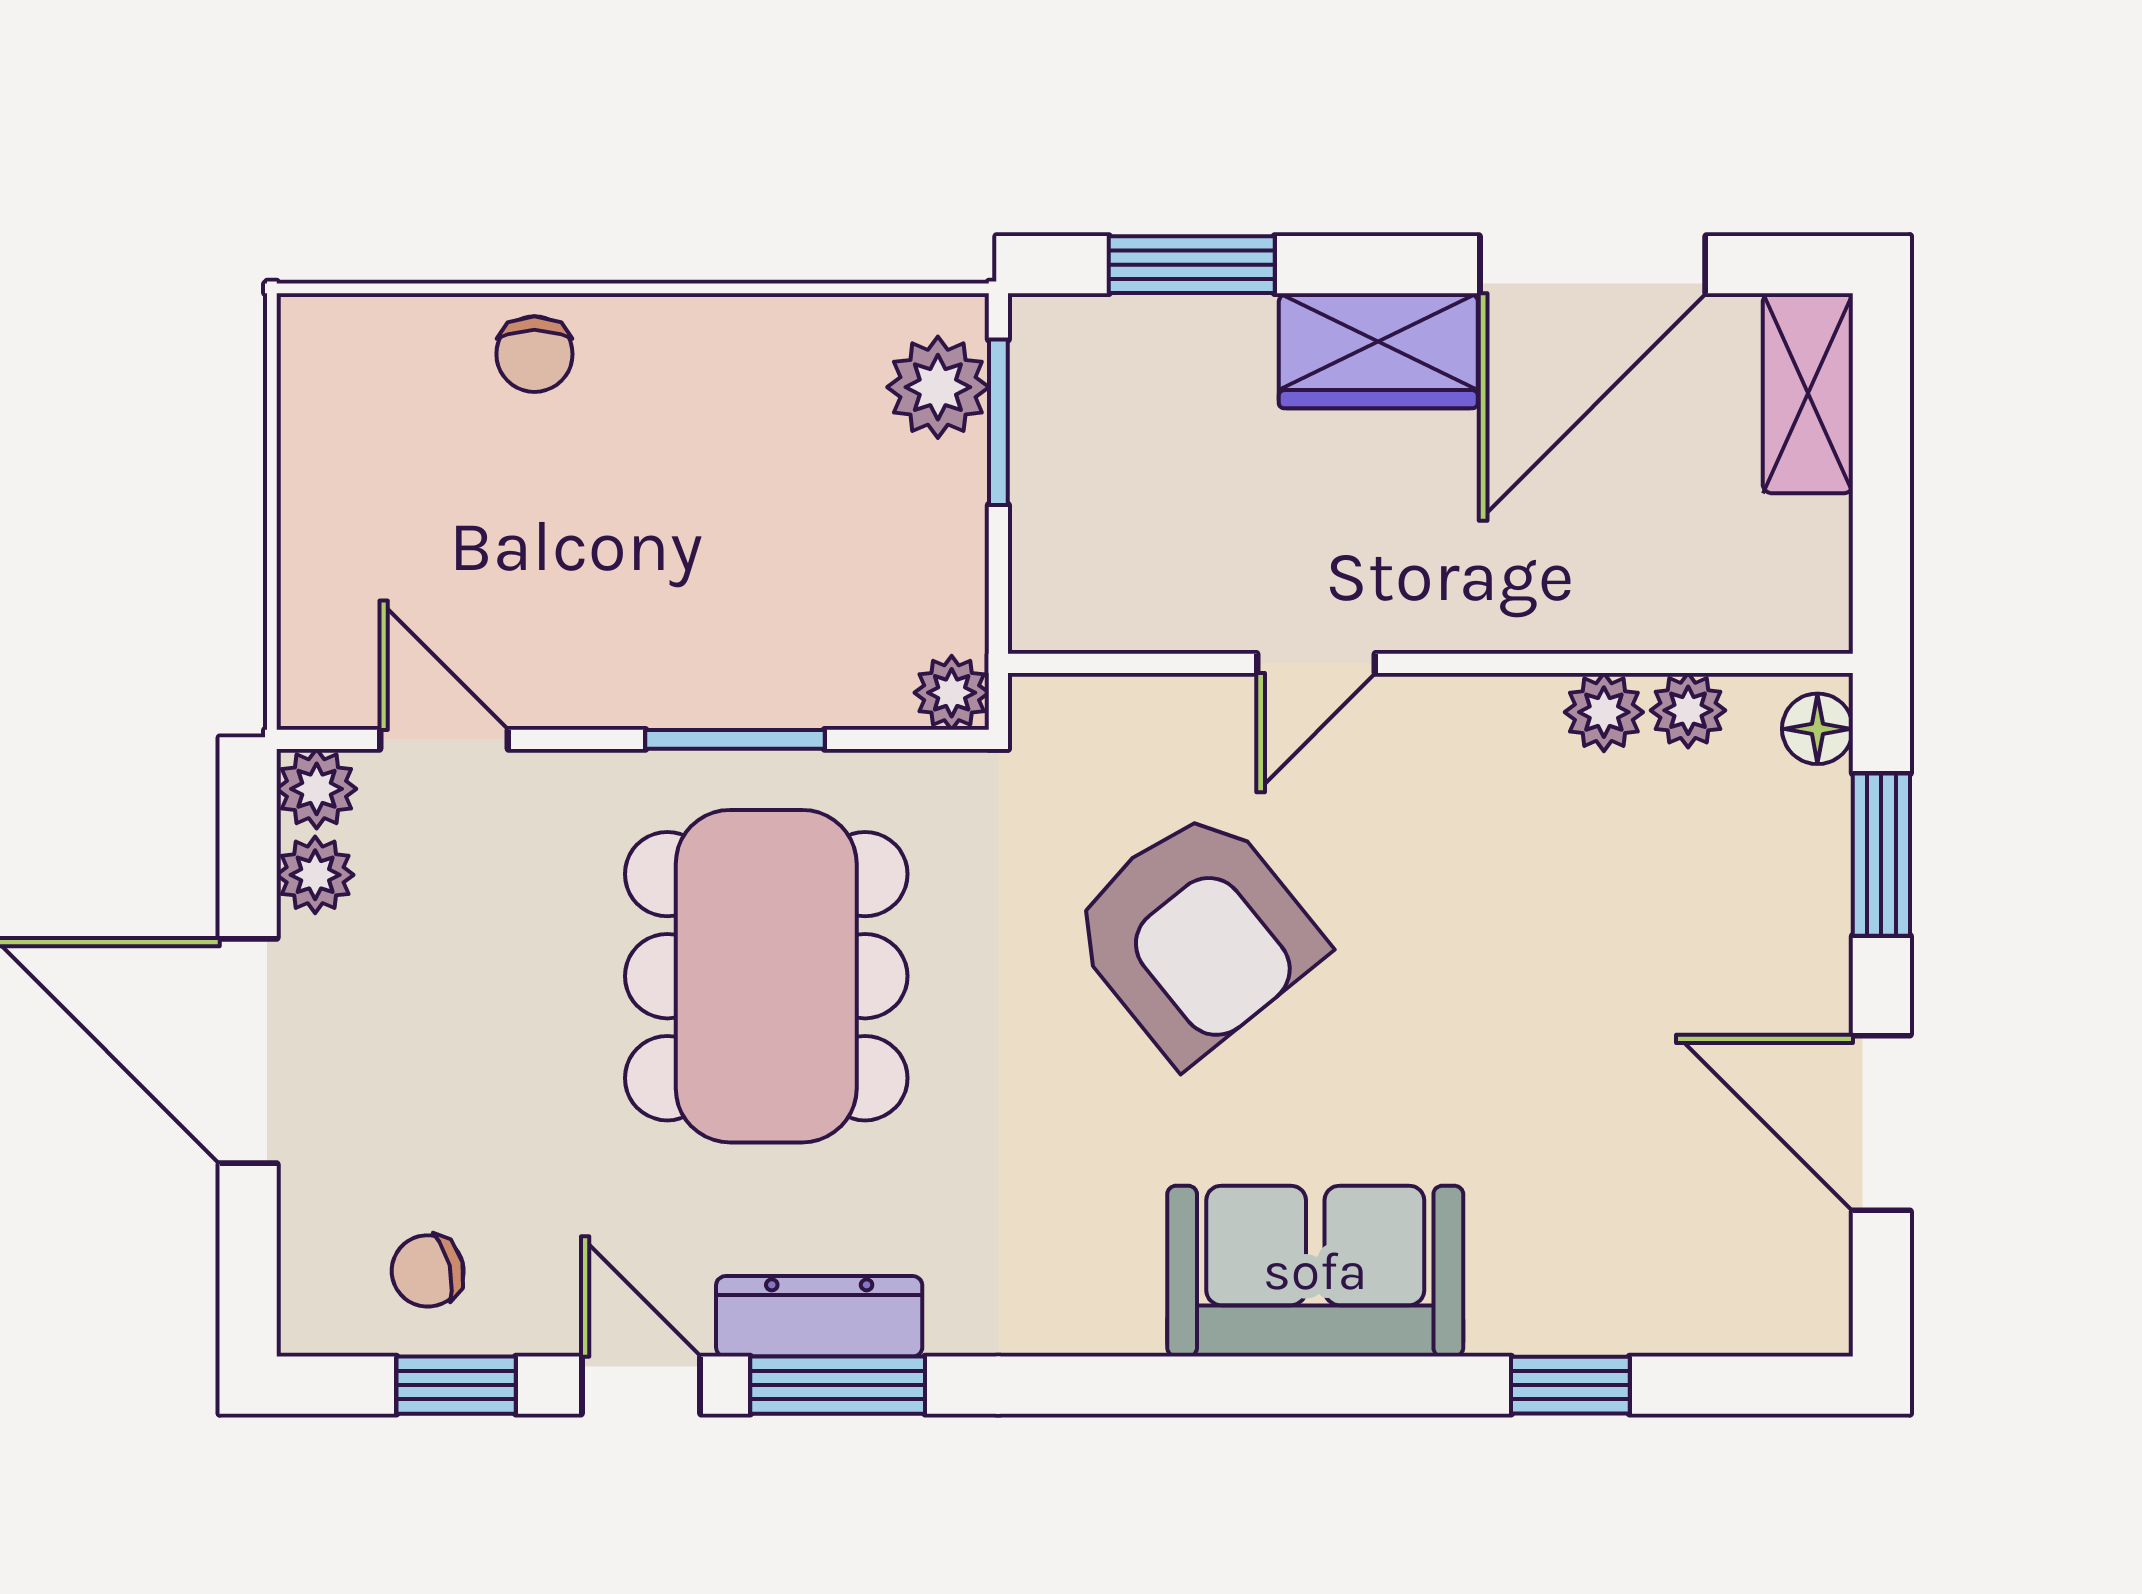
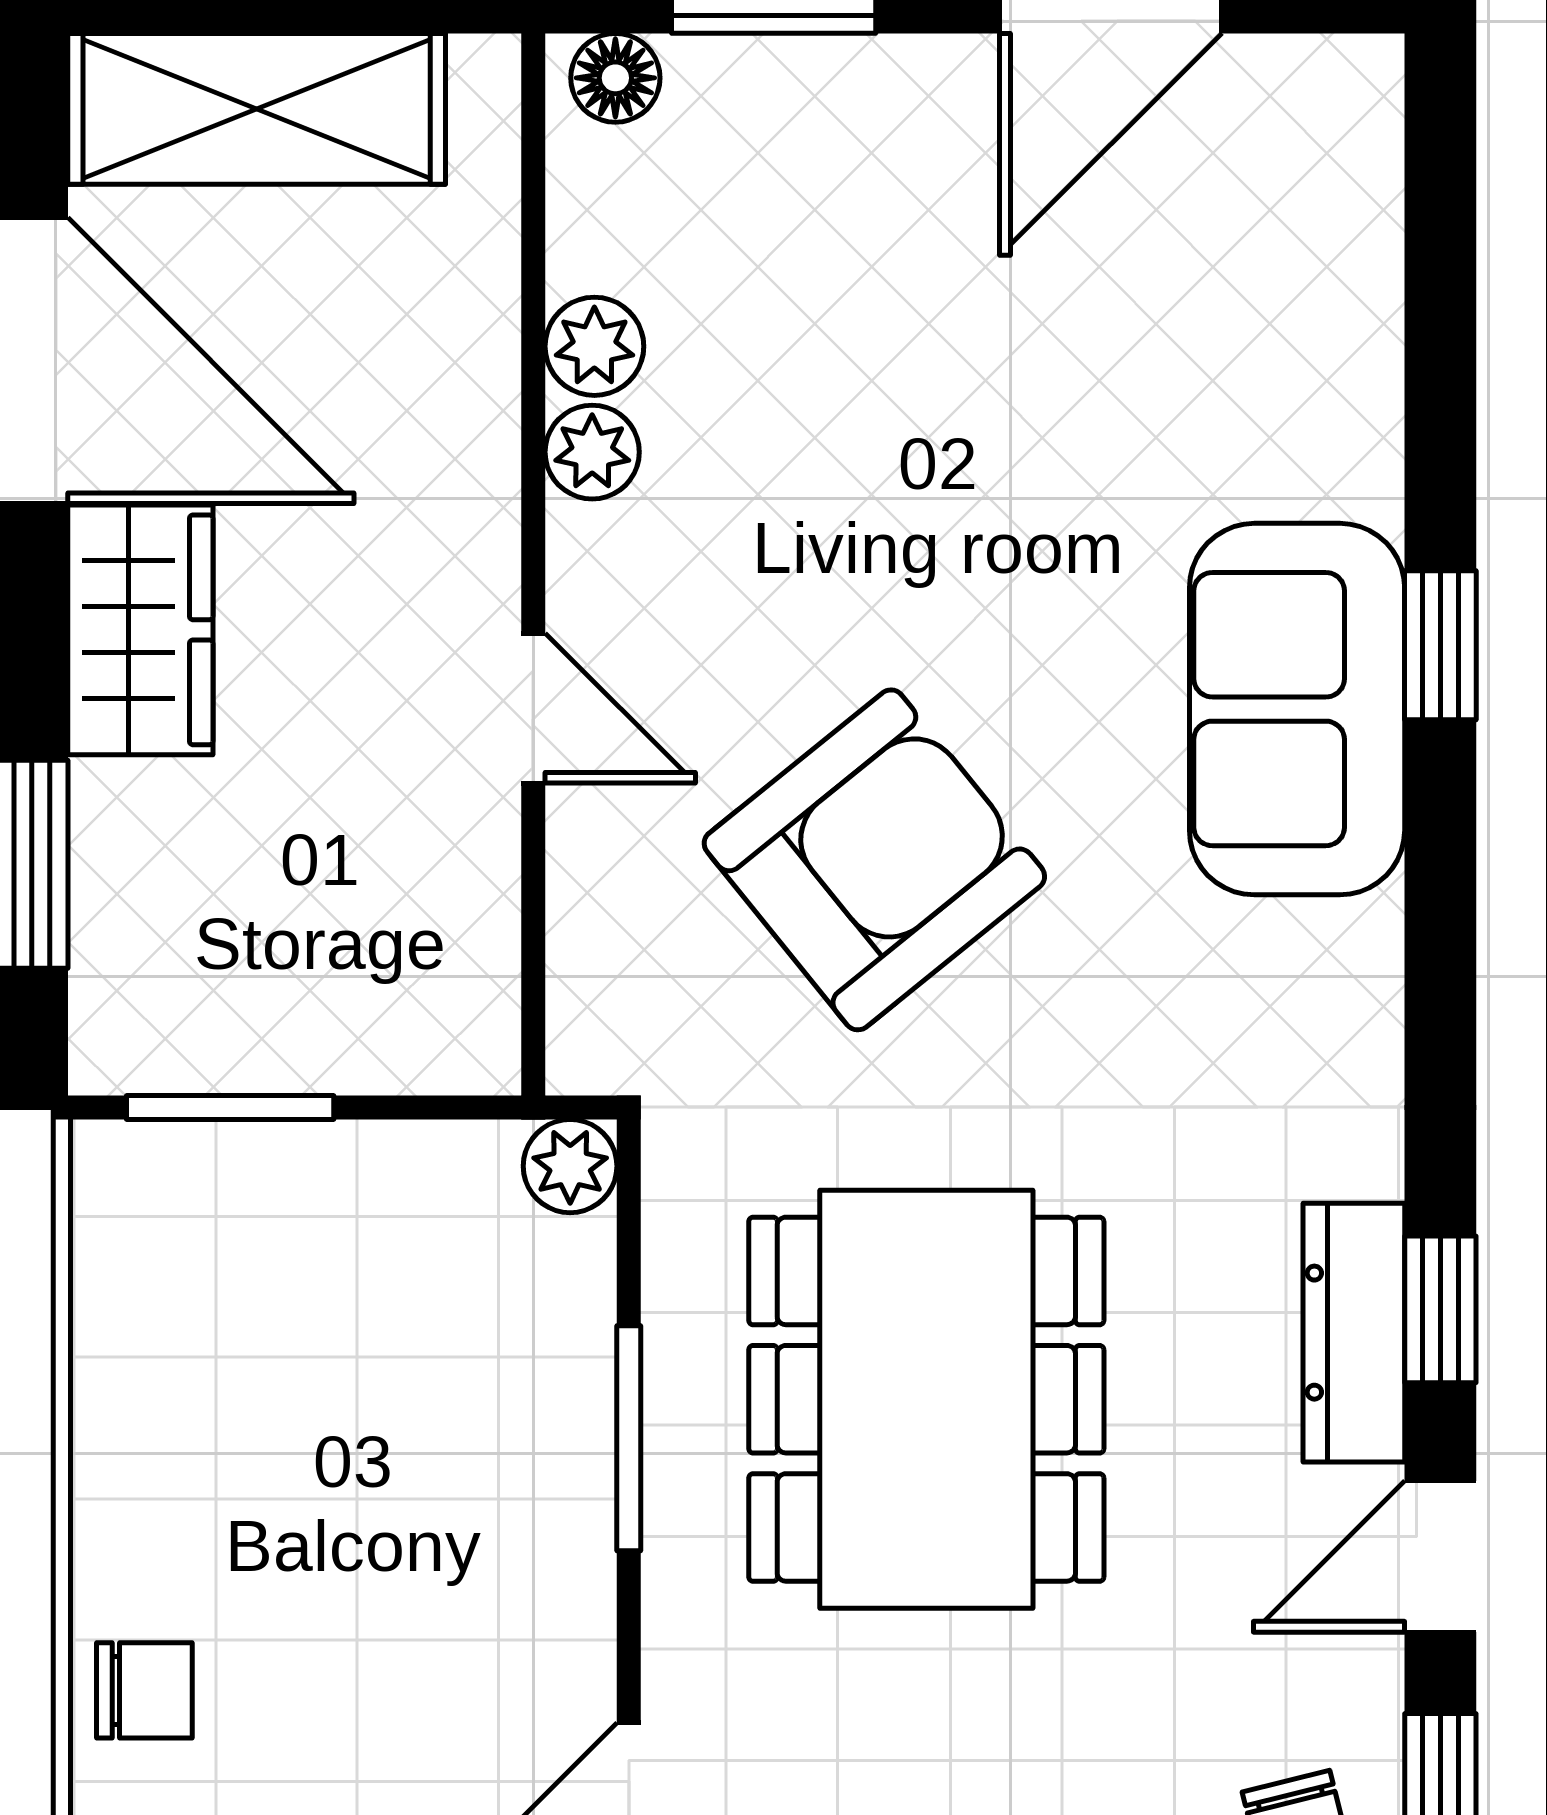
plant: (938, 387) -> (186, 1183), removed
shelving: (1808, 393) -> (257, 109), width x1.50, depth x1.33
plant: (1688, 710) -> (592, 452), moved
dining table: (766, 976) -> (926, 1399), turned 90
window: (838, 1385) -> (1440, 1309), width x0.67
window: (1570, 1385) -> (1440, 645), moved

